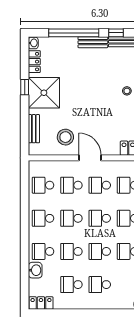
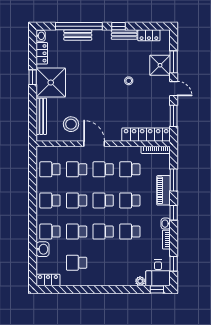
bench: (93, 42) -> (78, 35), moved
bench: (34, 129) -> (41, 116), width x1.36
school desk: (100, 285) -> (103, 263), removed

